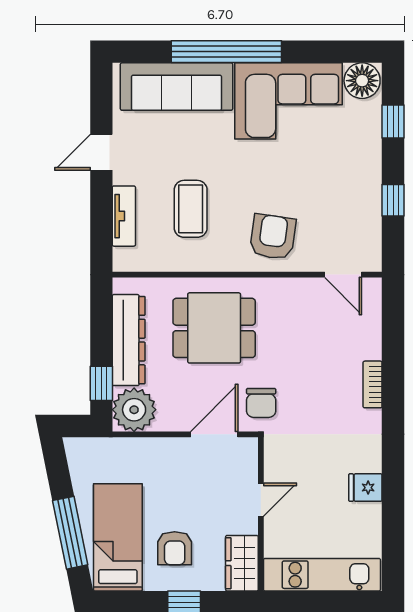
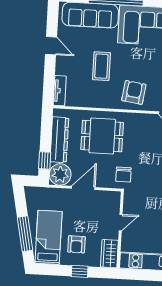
door: (101, 152) -> (51, 46), swing flipped
coffee table: (191, 209) -> (101, 66), moved
tv unit: (124, 216) -> (60, 91), moved
door: (214, 434) -> (83, 188), moved

